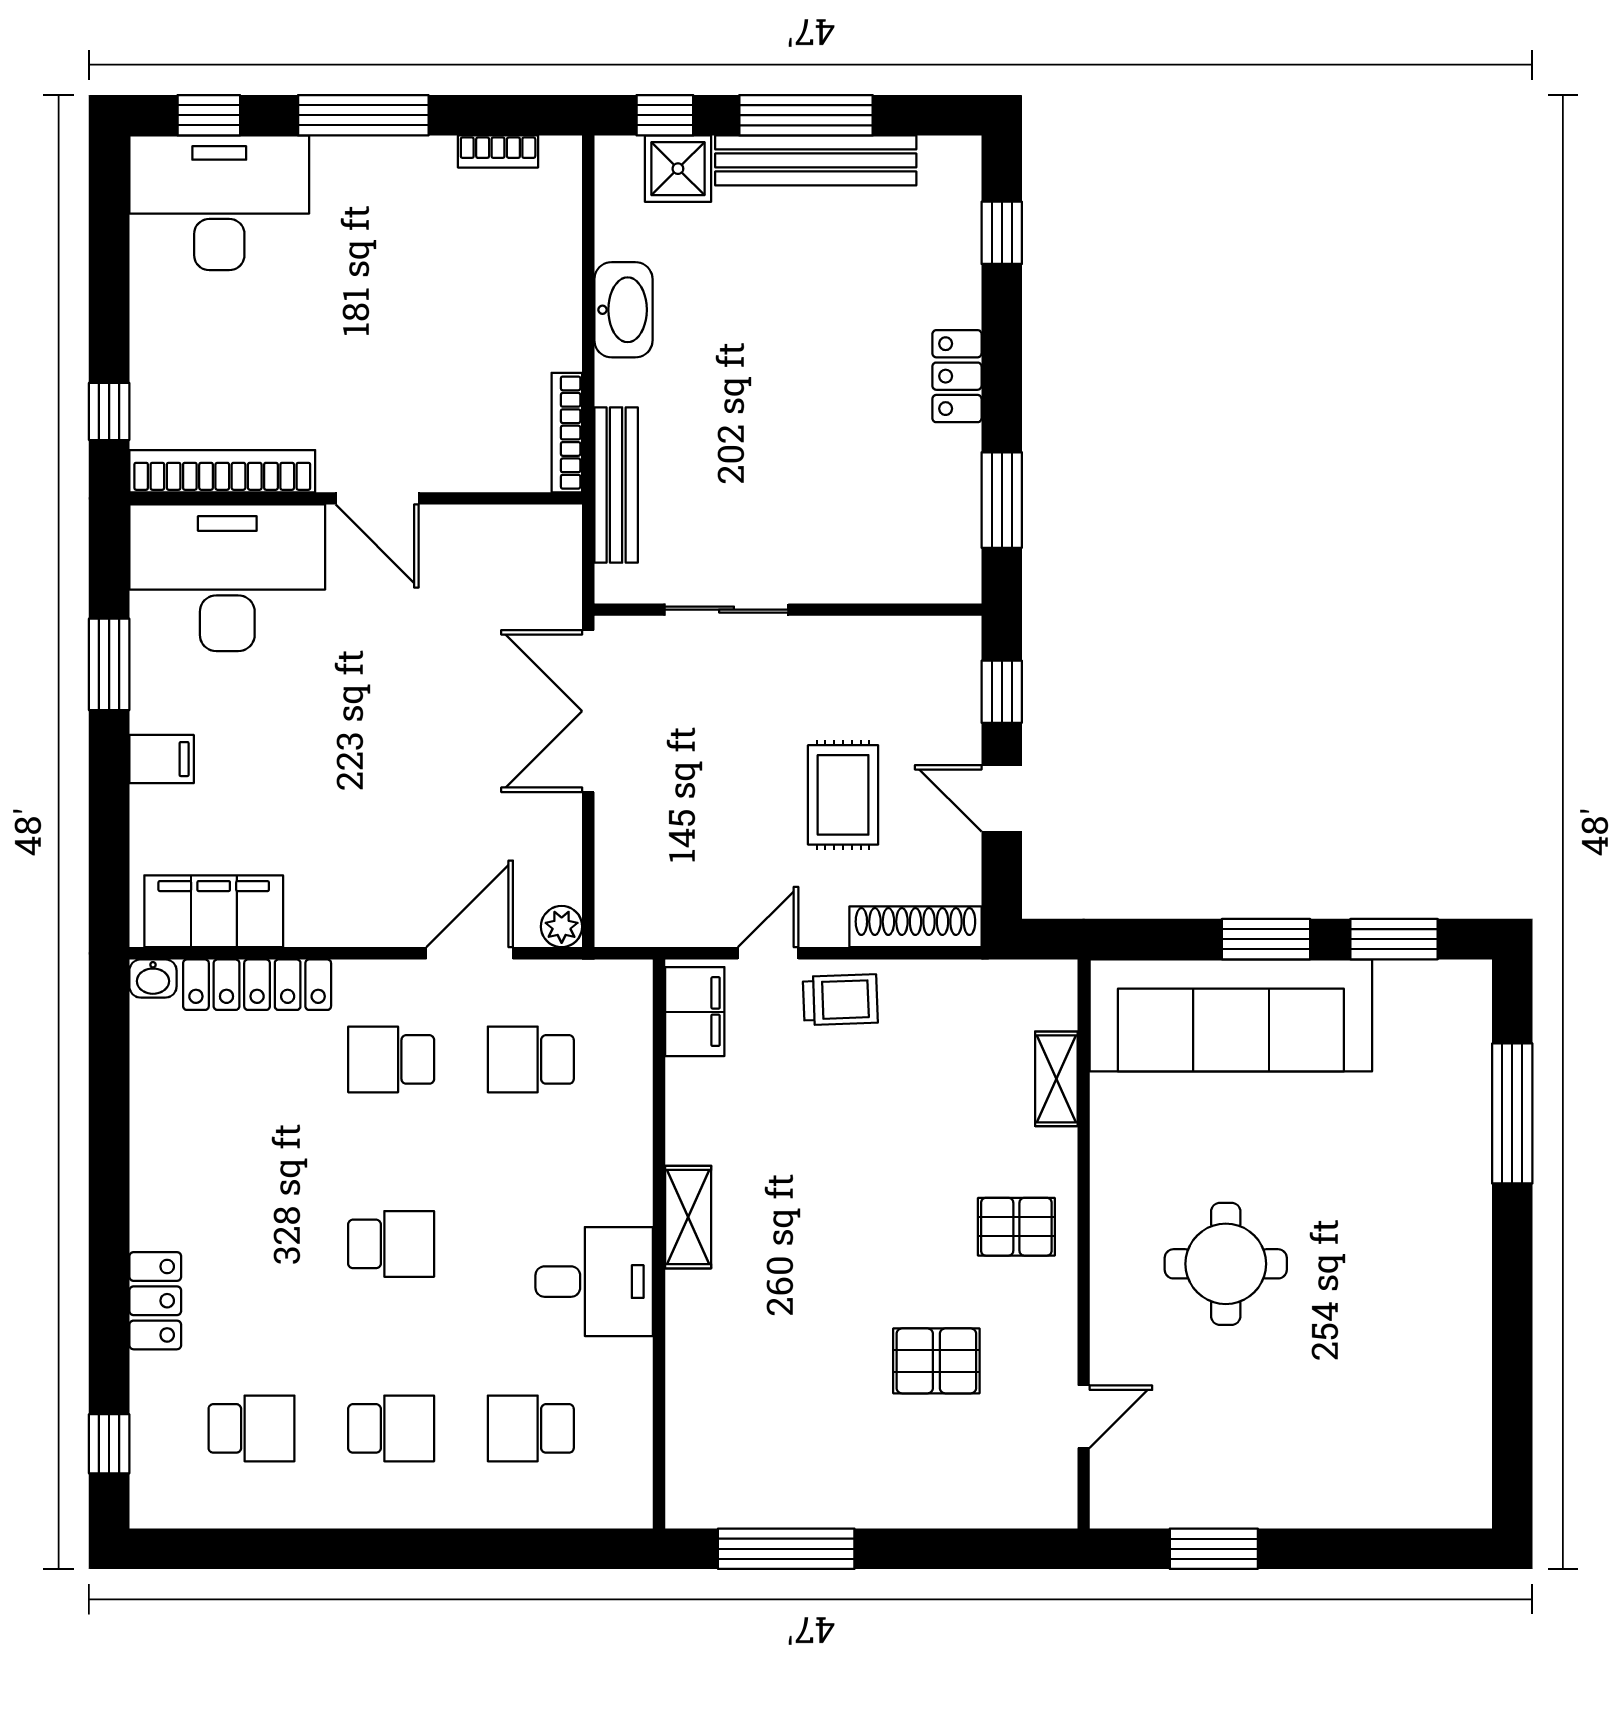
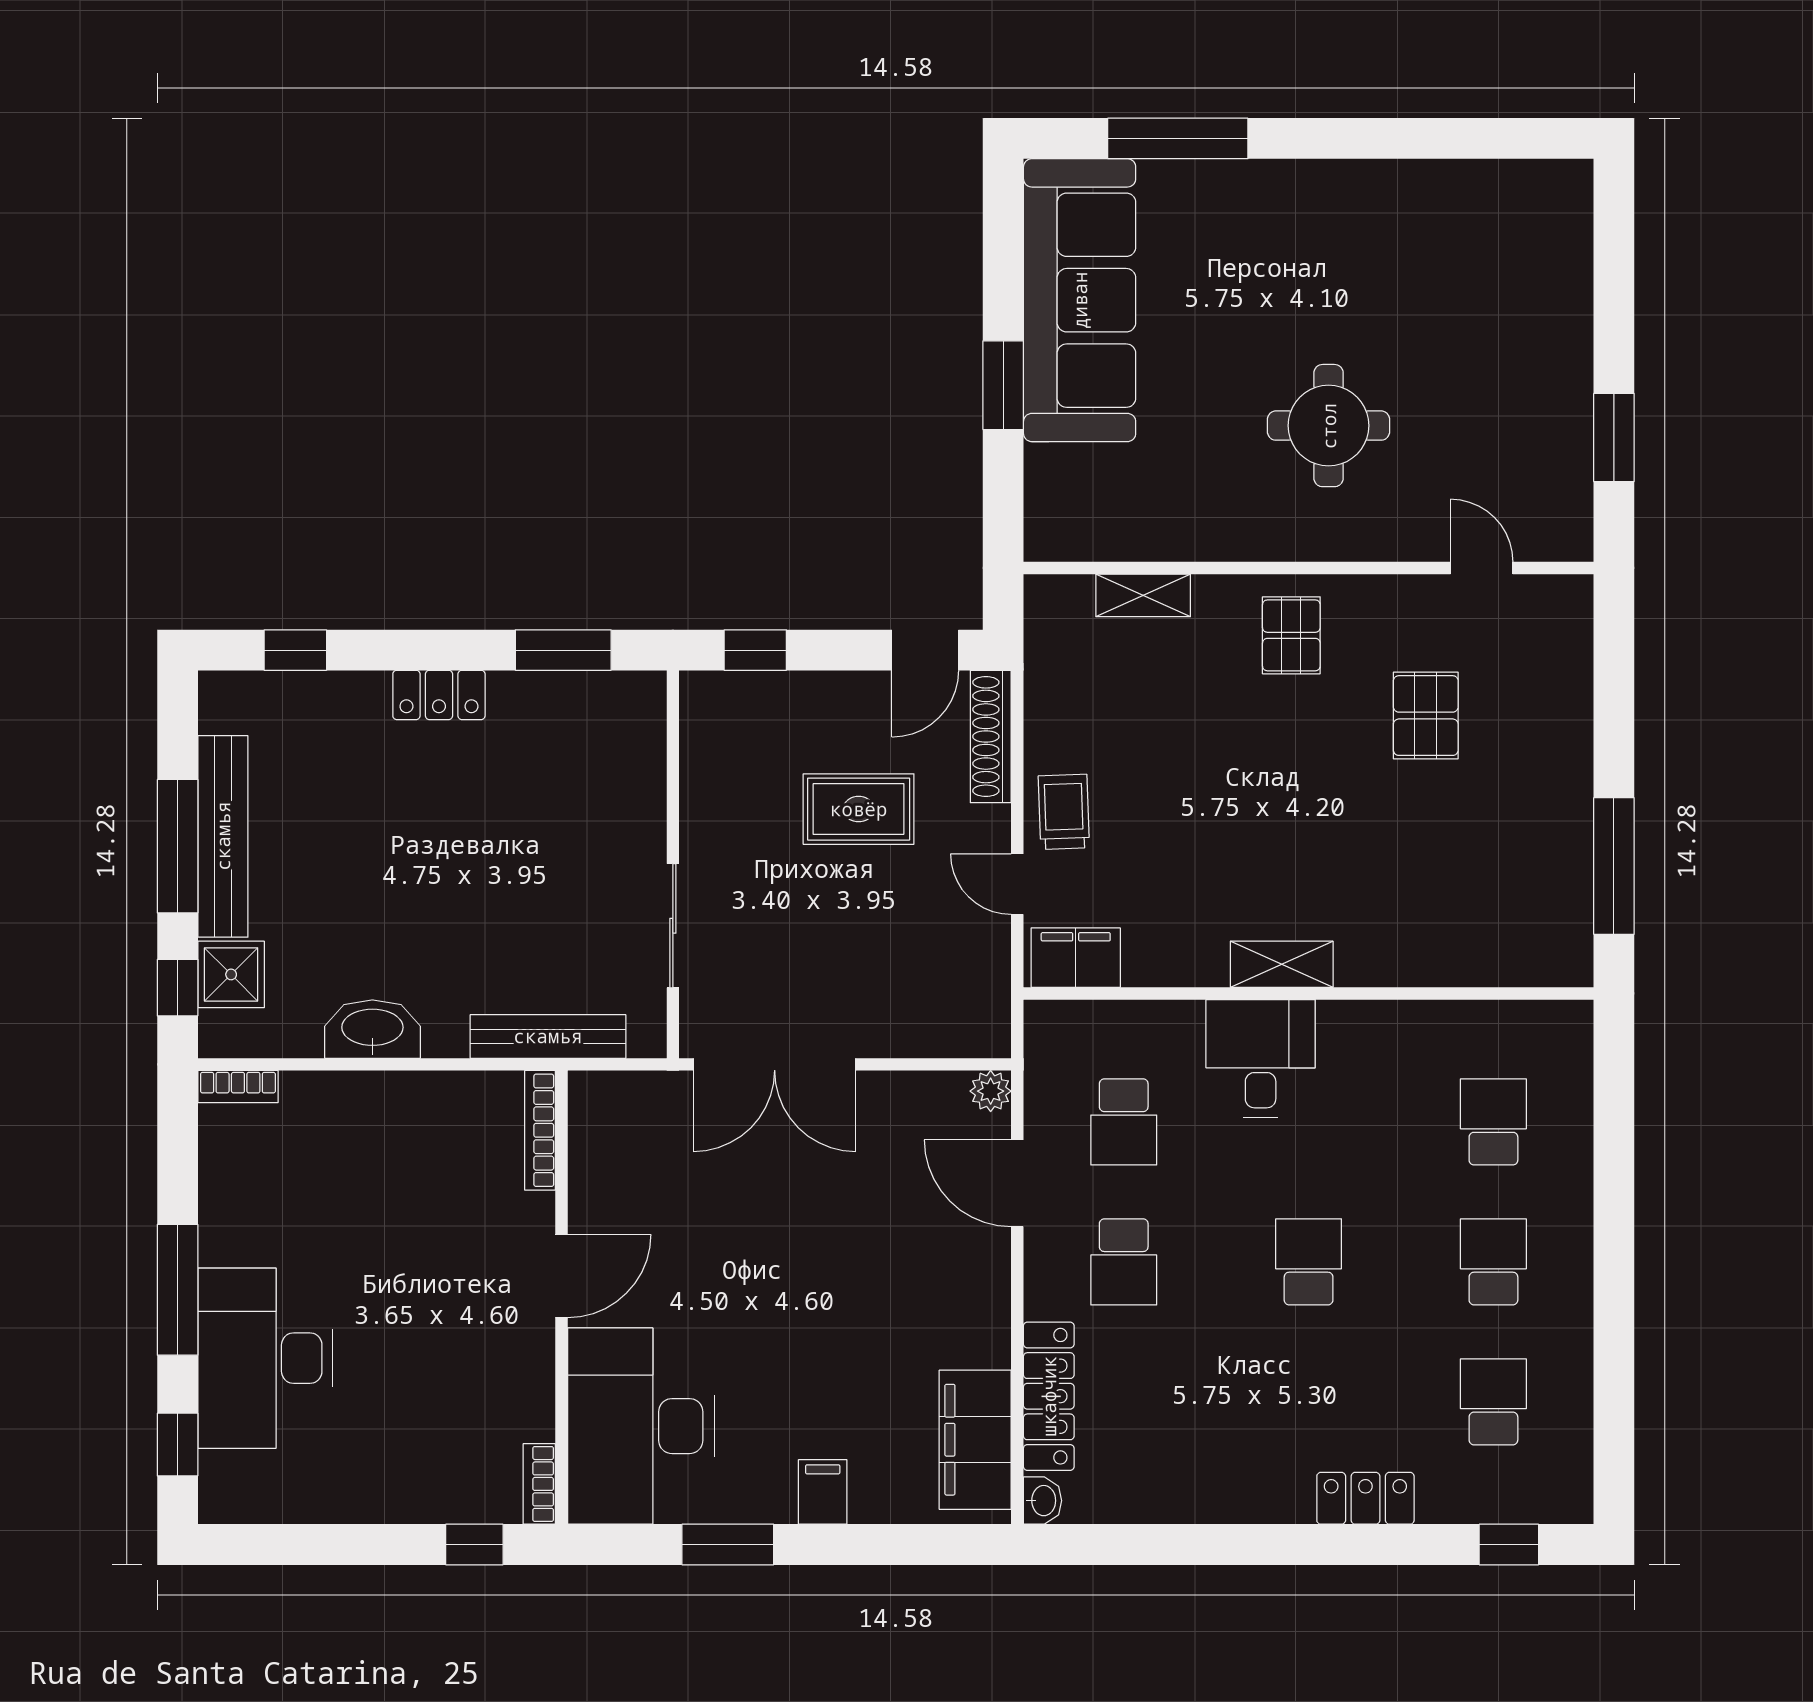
bookcase: (498, 151) -> (238, 1086), moved, turned 90
desk: (219, 203) -> (265, 1358), moved
bookcase: (567, 433) -> (540, 1130), moved, turned 90
bookcase: (222, 471) -> (539, 1484), width x0.43, depth x0.76
door: (1002, 798) -> (925, 650), moved
window: (1394, 939) -> (1003, 257), removed
sofa: (1231, 1015) -> (1080, 300), moved
desk: (594, 1282) -> (1261, 1058), moved
school desk: (531, 1428) -> (1493, 1122), turned 180

